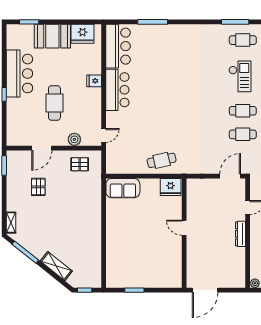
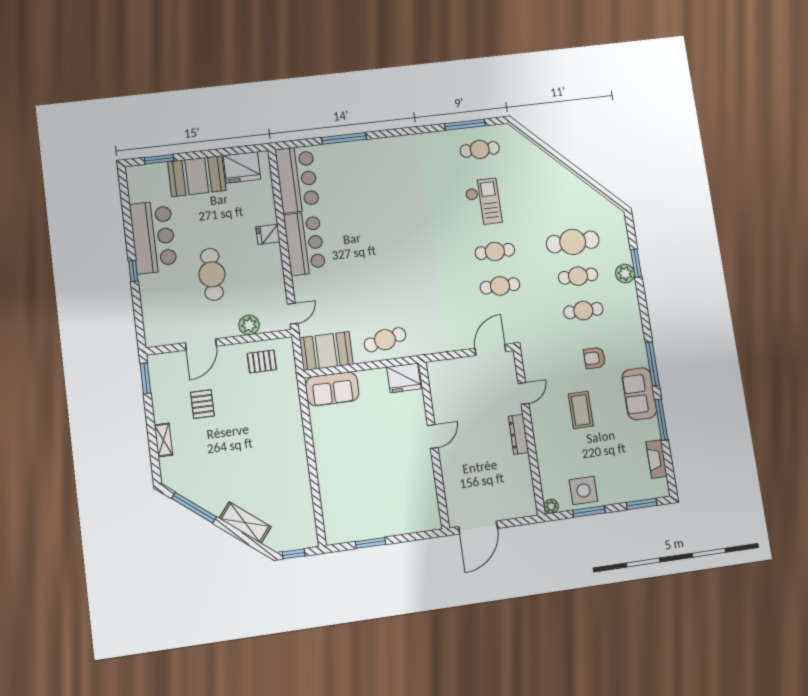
booth: (122, 163) -> (326, 351), added
shelving: (11, 223) -> (164, 440), moved
door: (184, 228) -> (433, 436), swing flipped

